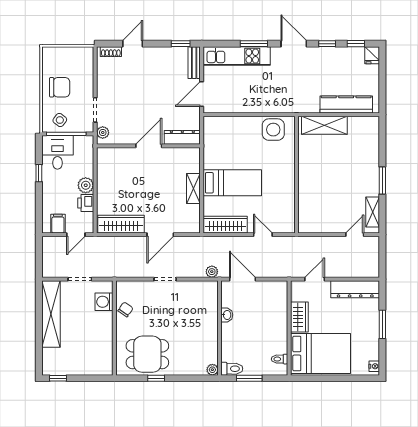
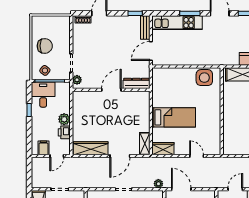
shelving: (193, 188) -> (145, 144), moved
wardrobe: (225, 225) -> (163, 149), width x0.67

